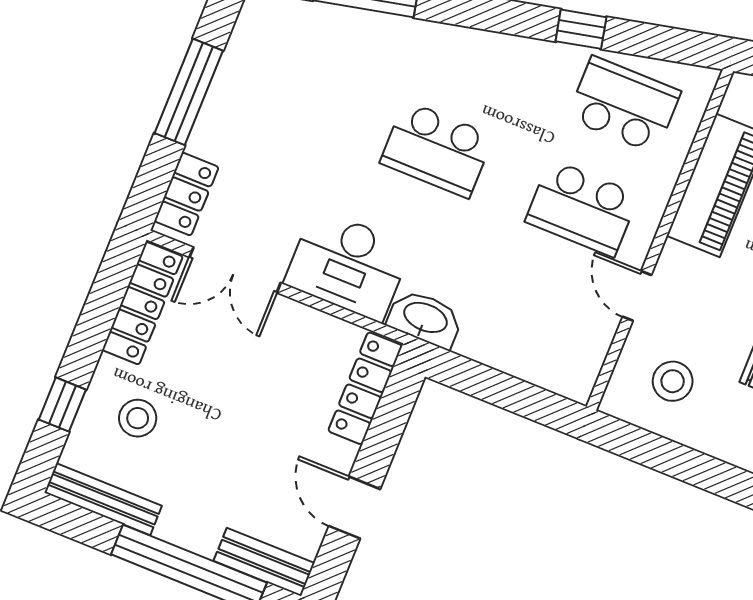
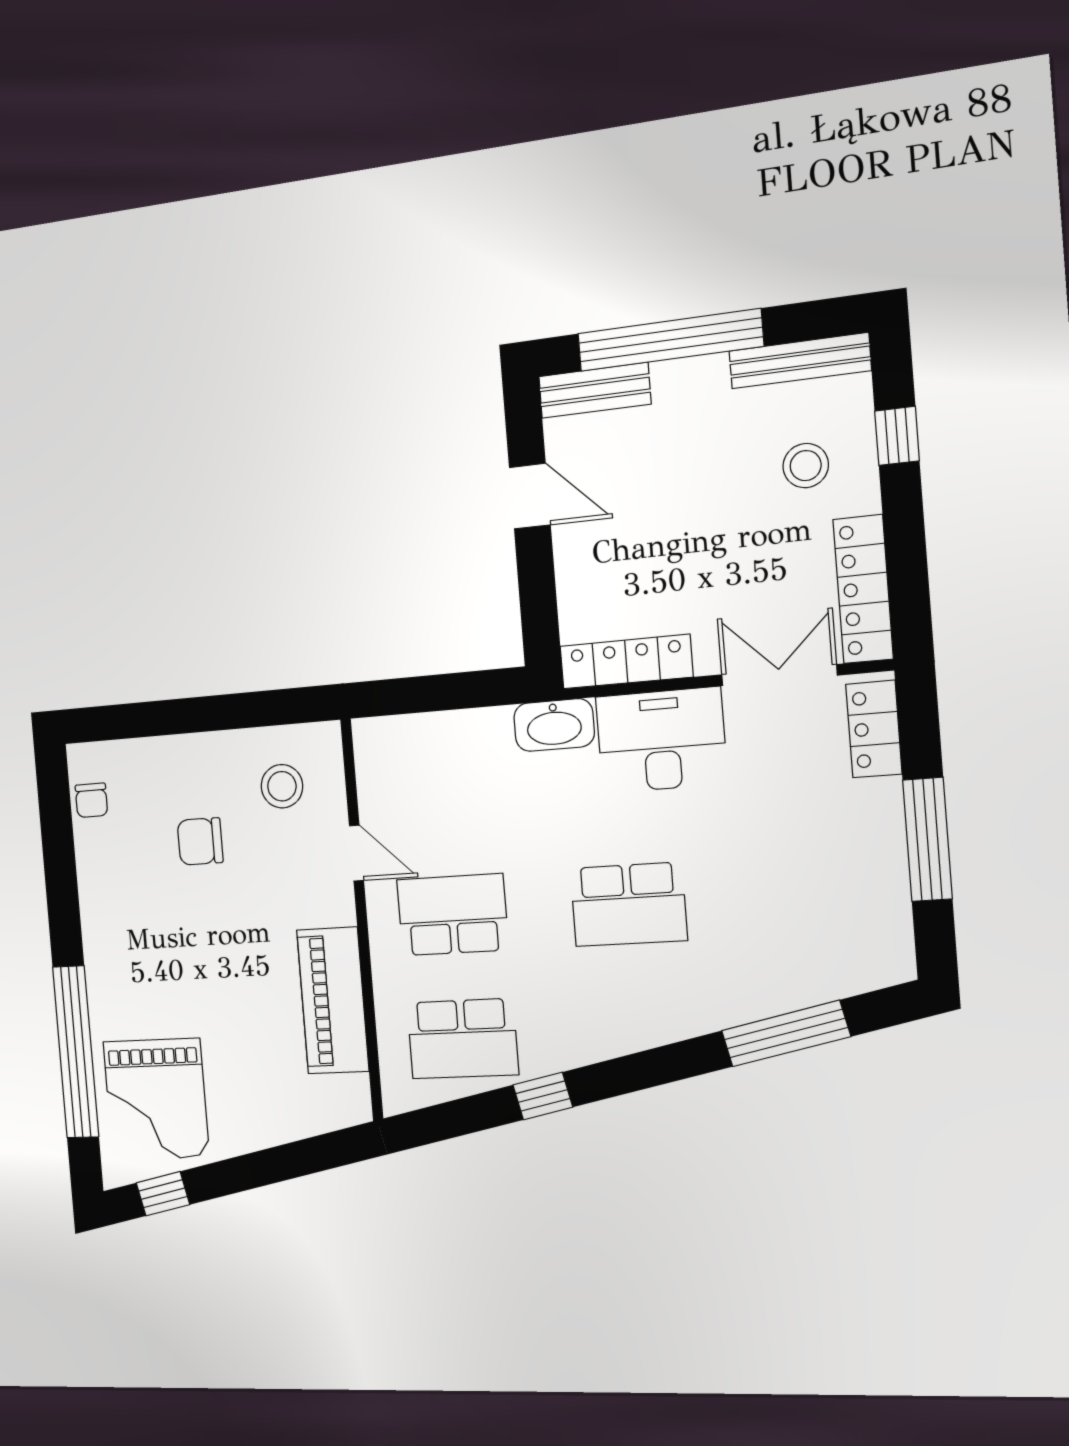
school desk: (437, 149) -> (629, 904), turned 180
locker: (365, 388) -> (626, 662), moved, turned -90

